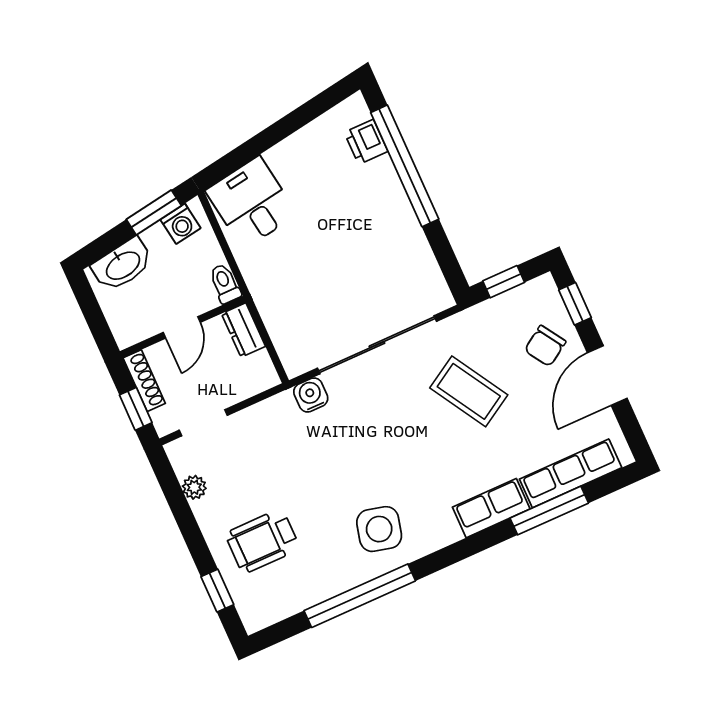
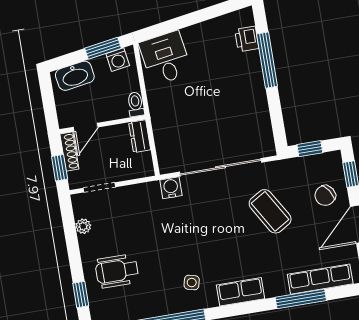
window: (405, 166) -> (267, 60), width x0.68
door: (182, 327) -> (86, 127), moved
row of seats: (491, 508) -> (241, 292), moved
side table: (379, 529) -> (192, 282), width x0.54, depth x0.54

